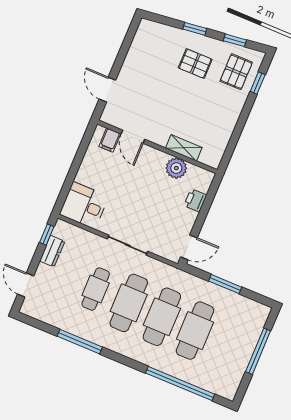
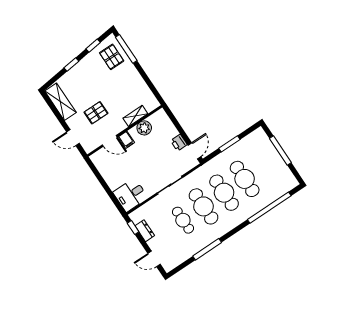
shelving: (141, 46) -> (60, 102), added
pallet: (195, 64) -> (96, 113), moved
window: (258, 83) -> (126, 49), width x2.17
filing cabinet: (110, 140) -> (126, 140), moved
printer: (195, 200) -> (179, 143), moved

